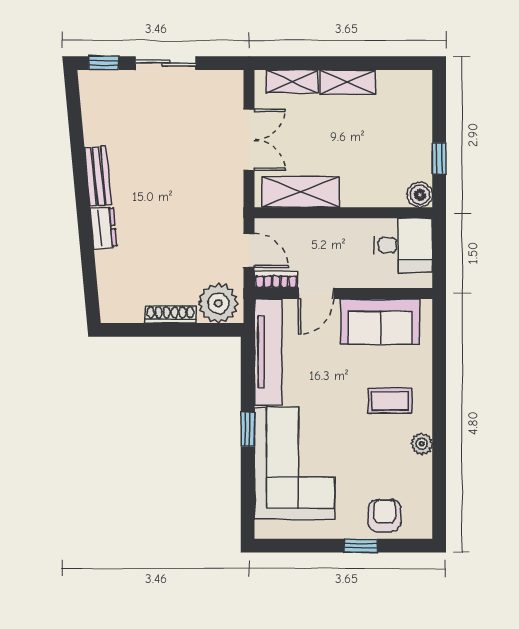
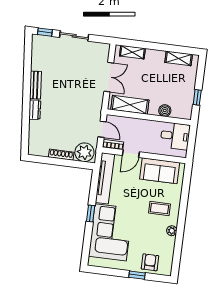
shelving: (348, 82) -> (179, 58), moved
boiler: (420, 195) -> (165, 111), moved

